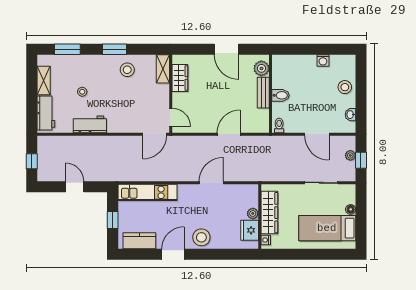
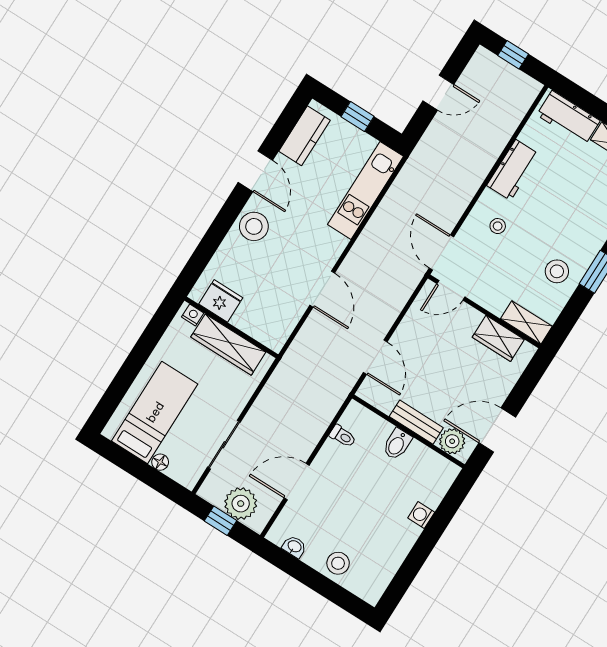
washing machine: (323, 60) -> (421, 515), moved
plant: (261, 68) -> (452, 441), moved
stool: (82, 92) -> (498, 226), moved
bench: (263, 93) -> (416, 422), moved
wall: (271, 94) -> (408, 431), moved
bidet: (281, 95) -> (397, 444), moved
plant: (350, 155) -> (241, 504), width x1.87, depth x1.87
plant: (253, 213) -> (242, 320), removed

